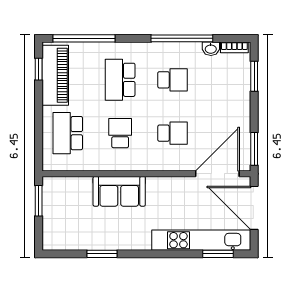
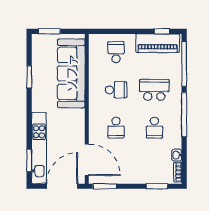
window: (182, 38) -> (184, 115), moved
school desk: (68, 133) -> (116, 52), width x0.54
sofa: (119, 191) -> (71, 73), width x1.85, depth x1.27
window: (39, 201) -> (49, 31), moved

